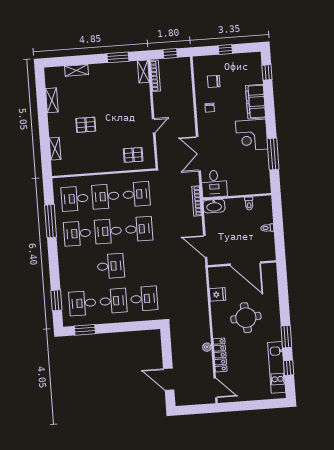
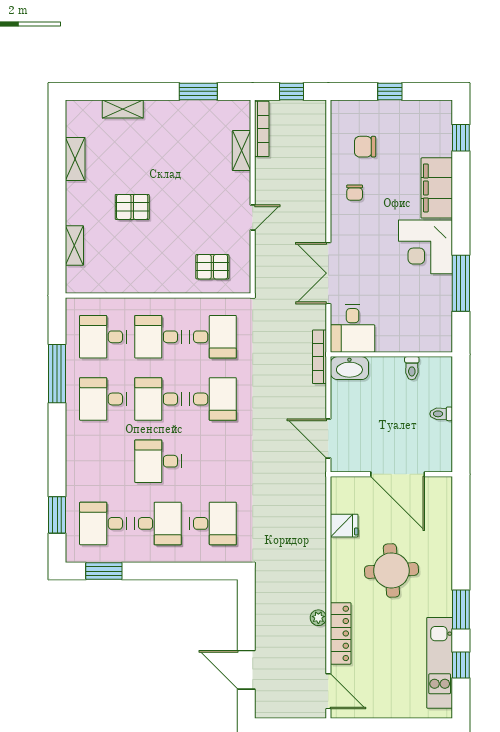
shelving: (143, 72) -> (241, 151), moved
desk: (111, 266) -> (158, 461), turned 180

